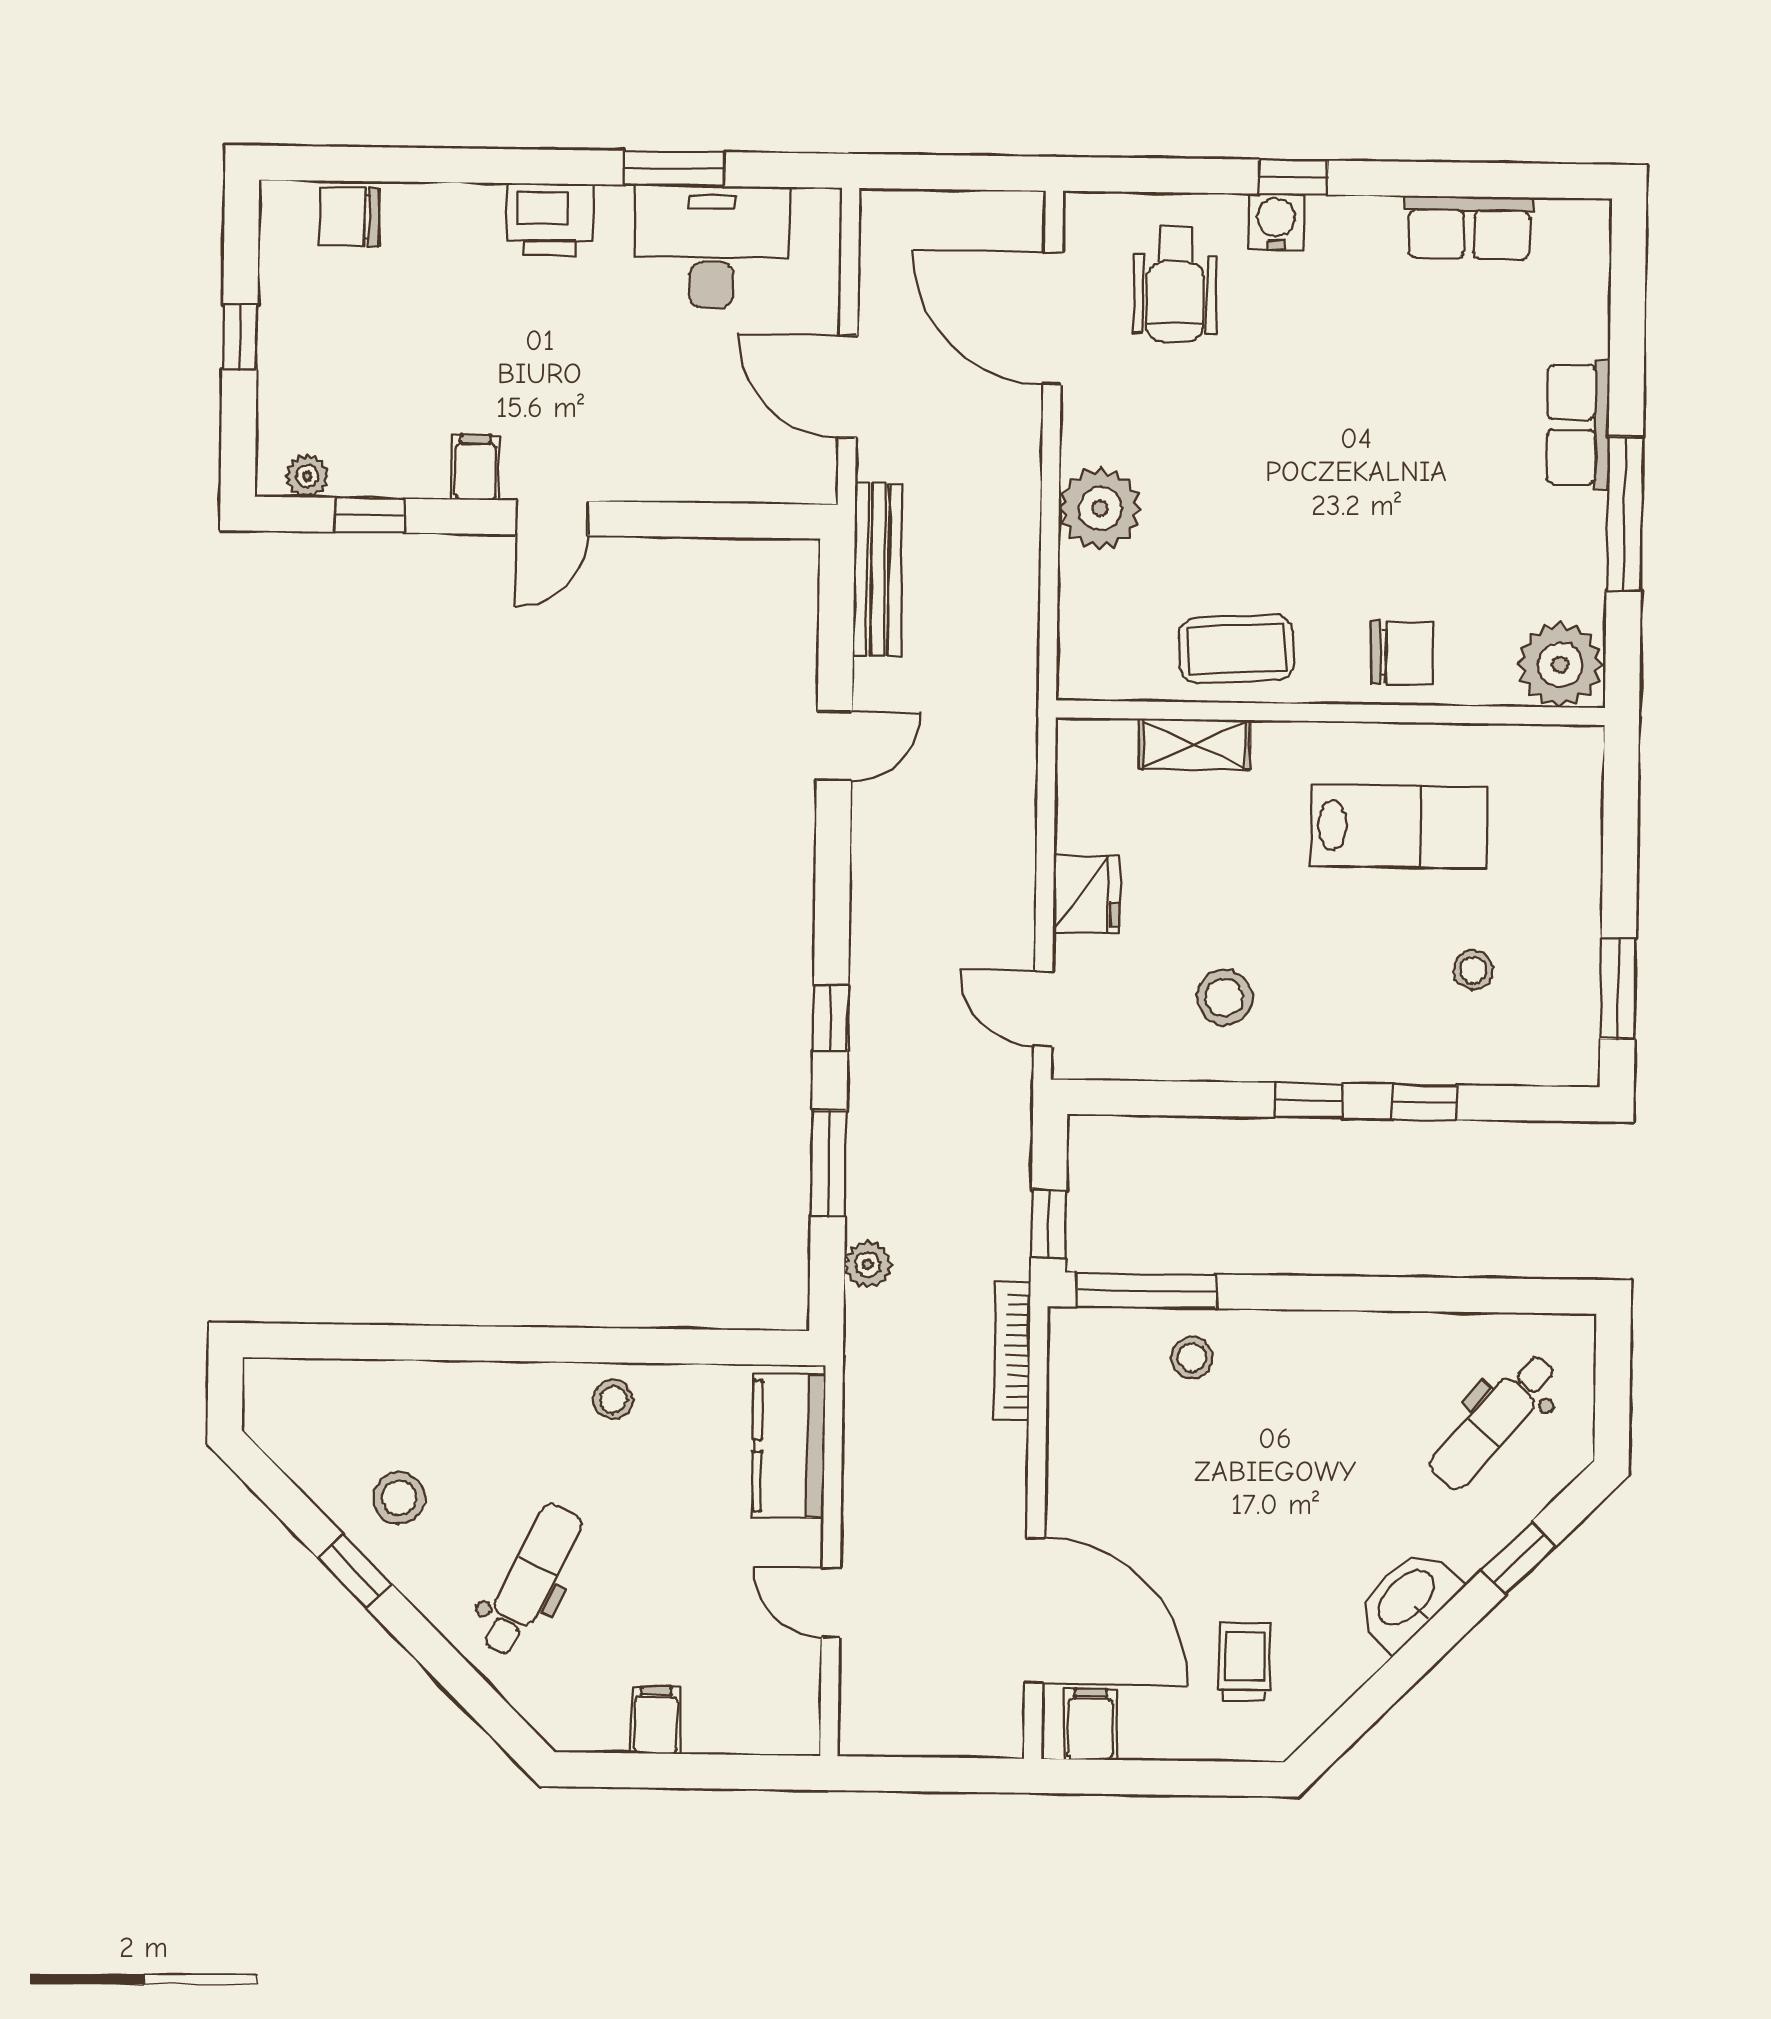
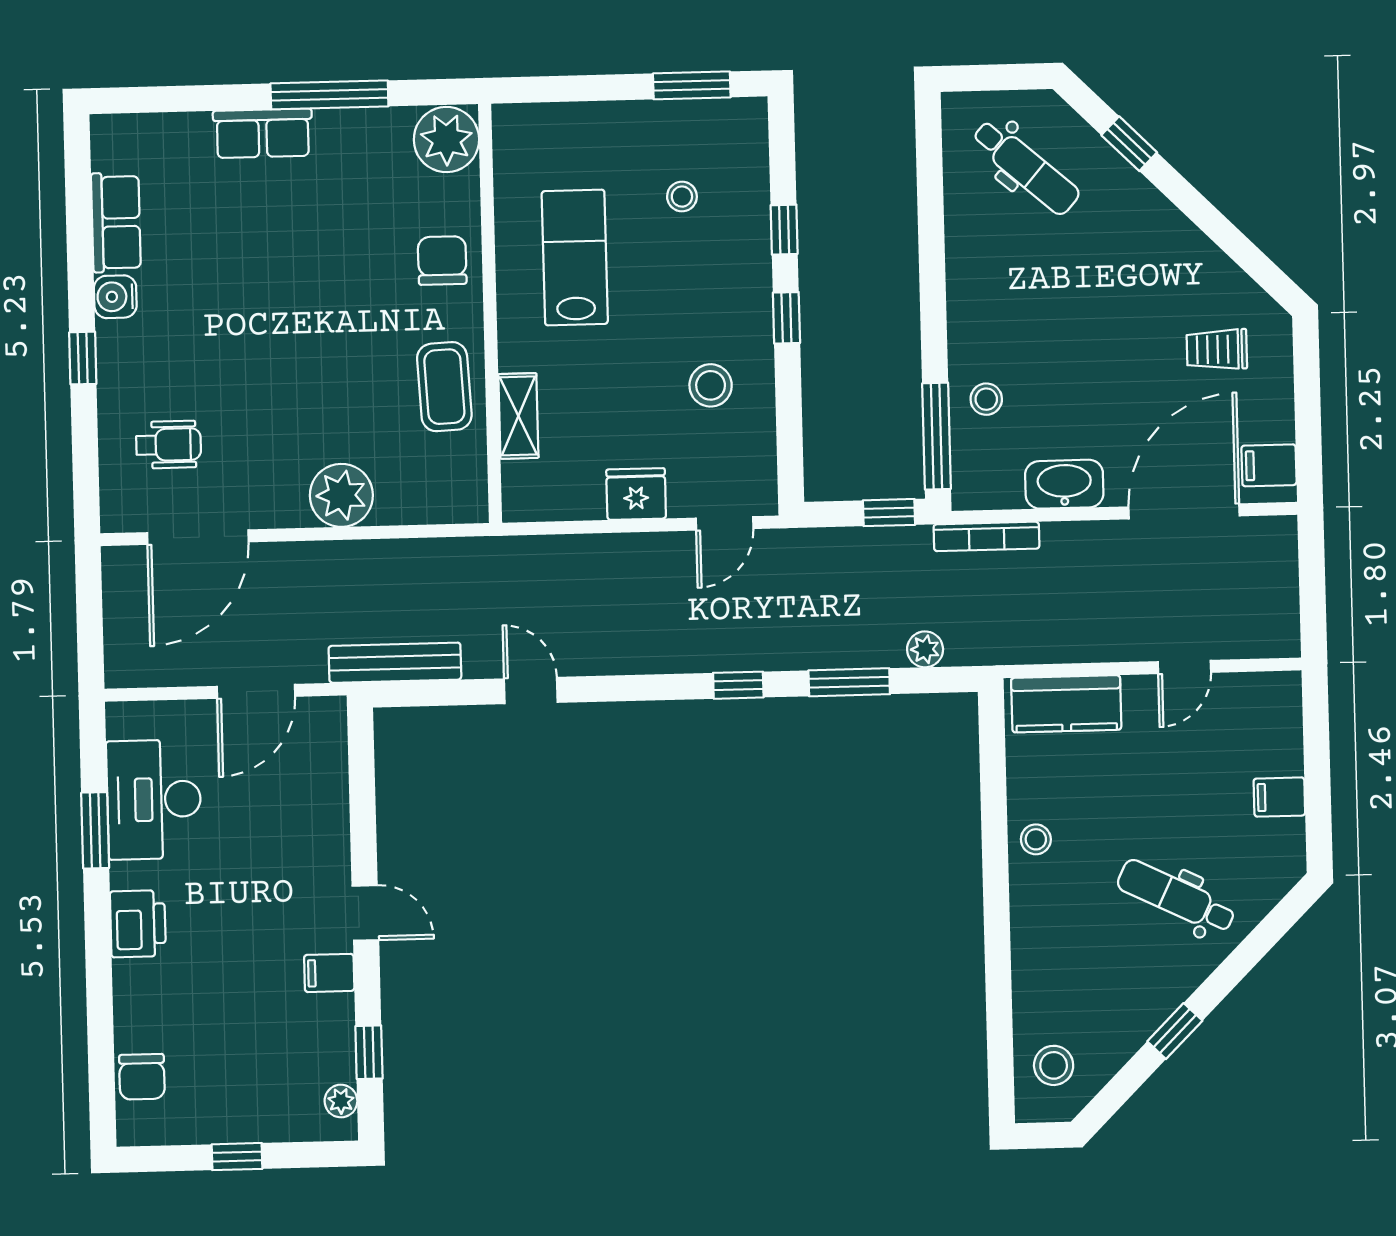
water cooler: (1276, 222) -> (115, 297), moved
wheelchair: (1175, 285) -> (169, 445), width x0.73, depth x0.73
stool: (399, 1498) -> (1054, 1065), moved
washbasin: (1408, 1599) -> (1064, 484), moved, turned 135

